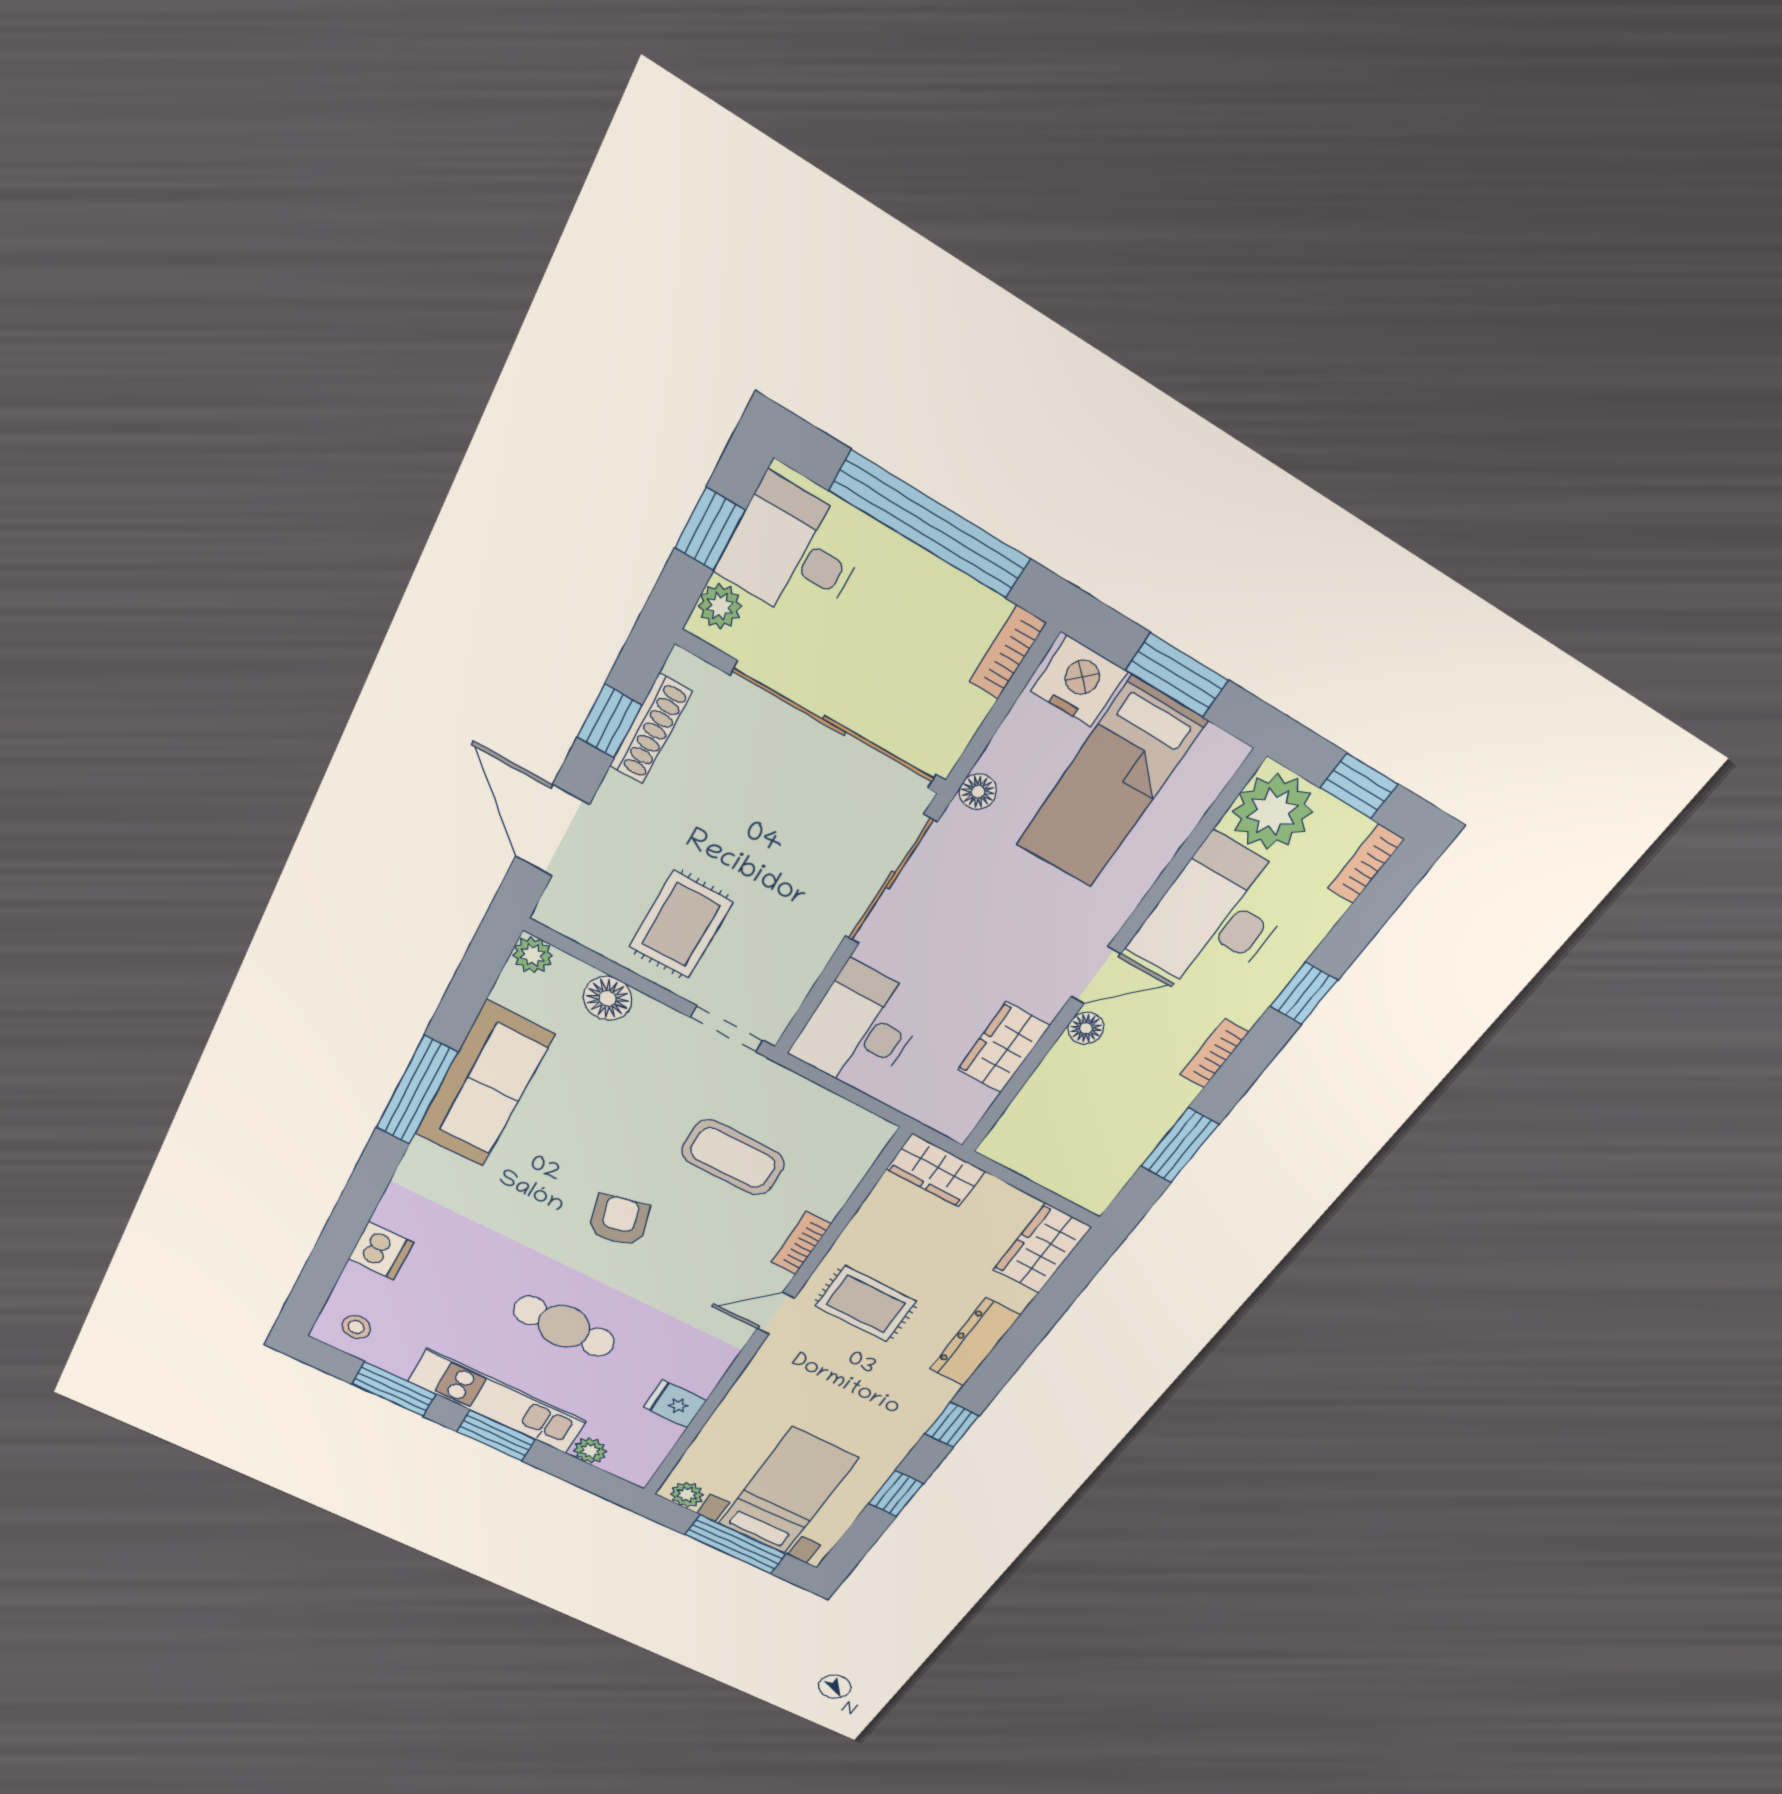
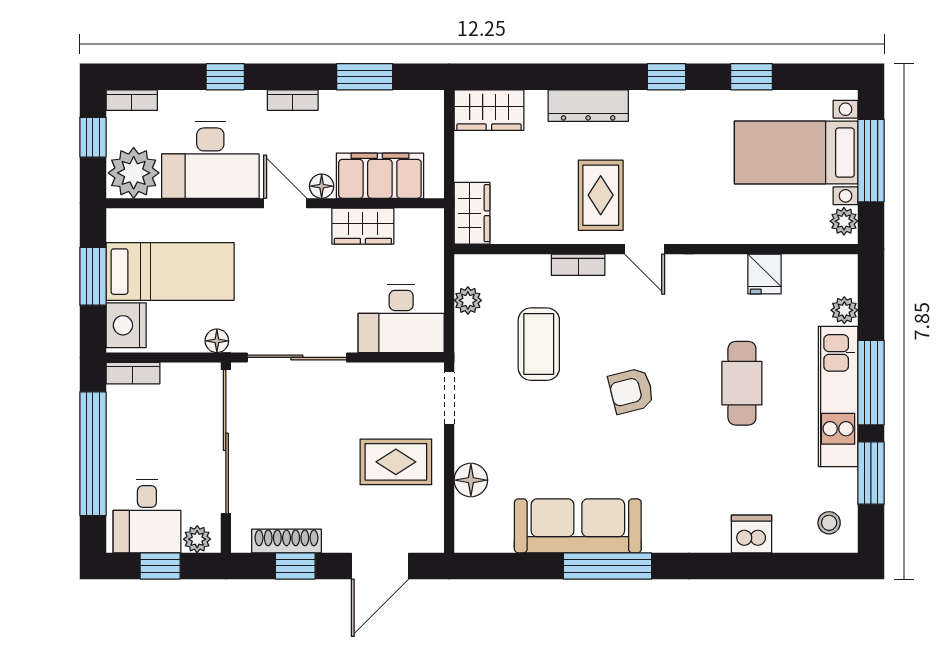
plant: (533, 955) -> (468, 300), moved
filing cabinet: (1051, 1099) -> (380, 176), added
window: (496, 1436) -> (871, 383), width x1.44

